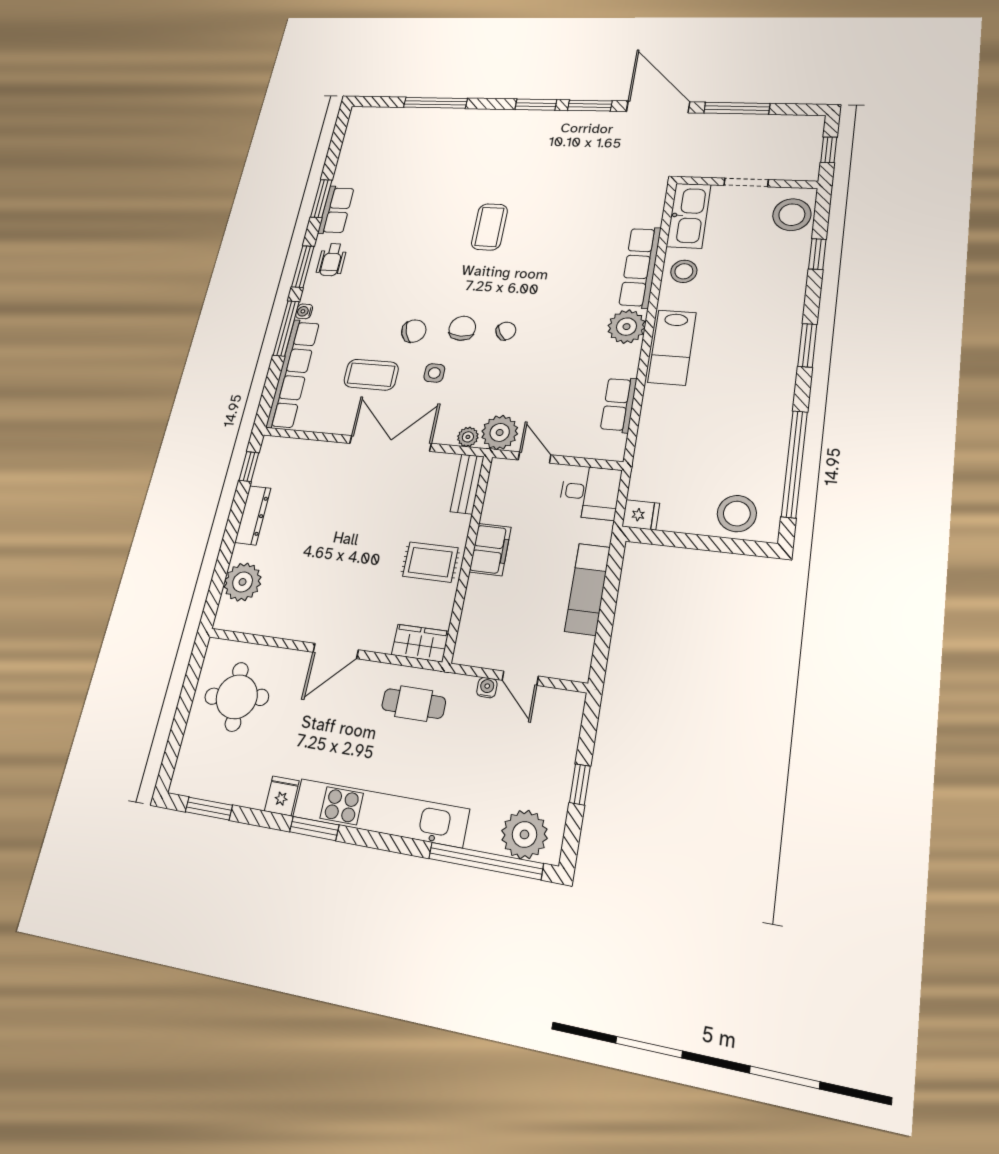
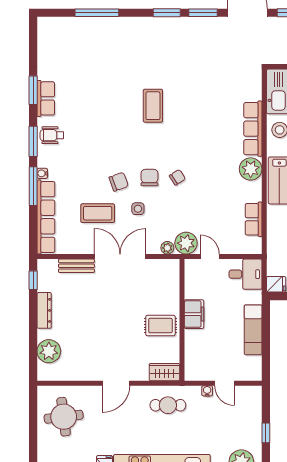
wheelchair: (332, 260) -> (52, 135), turned 90
bench: (467, 484) -> (76, 266), moved, turned 90

